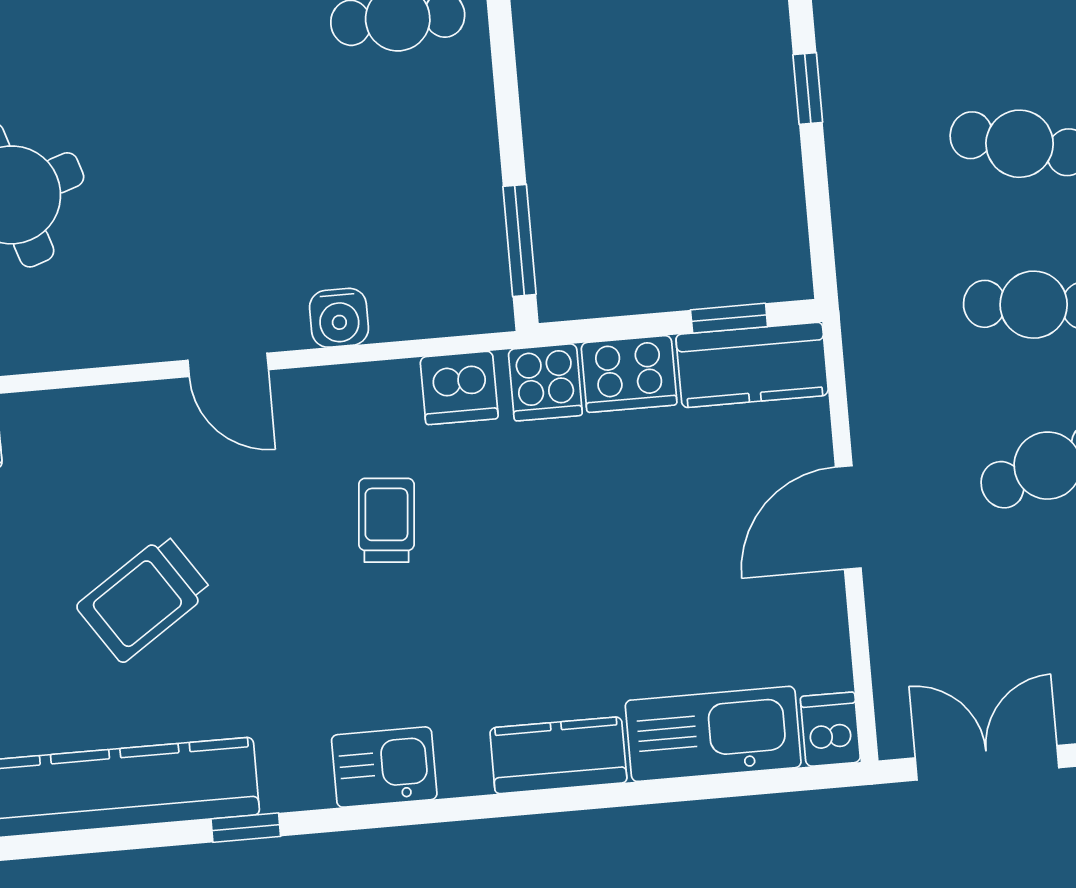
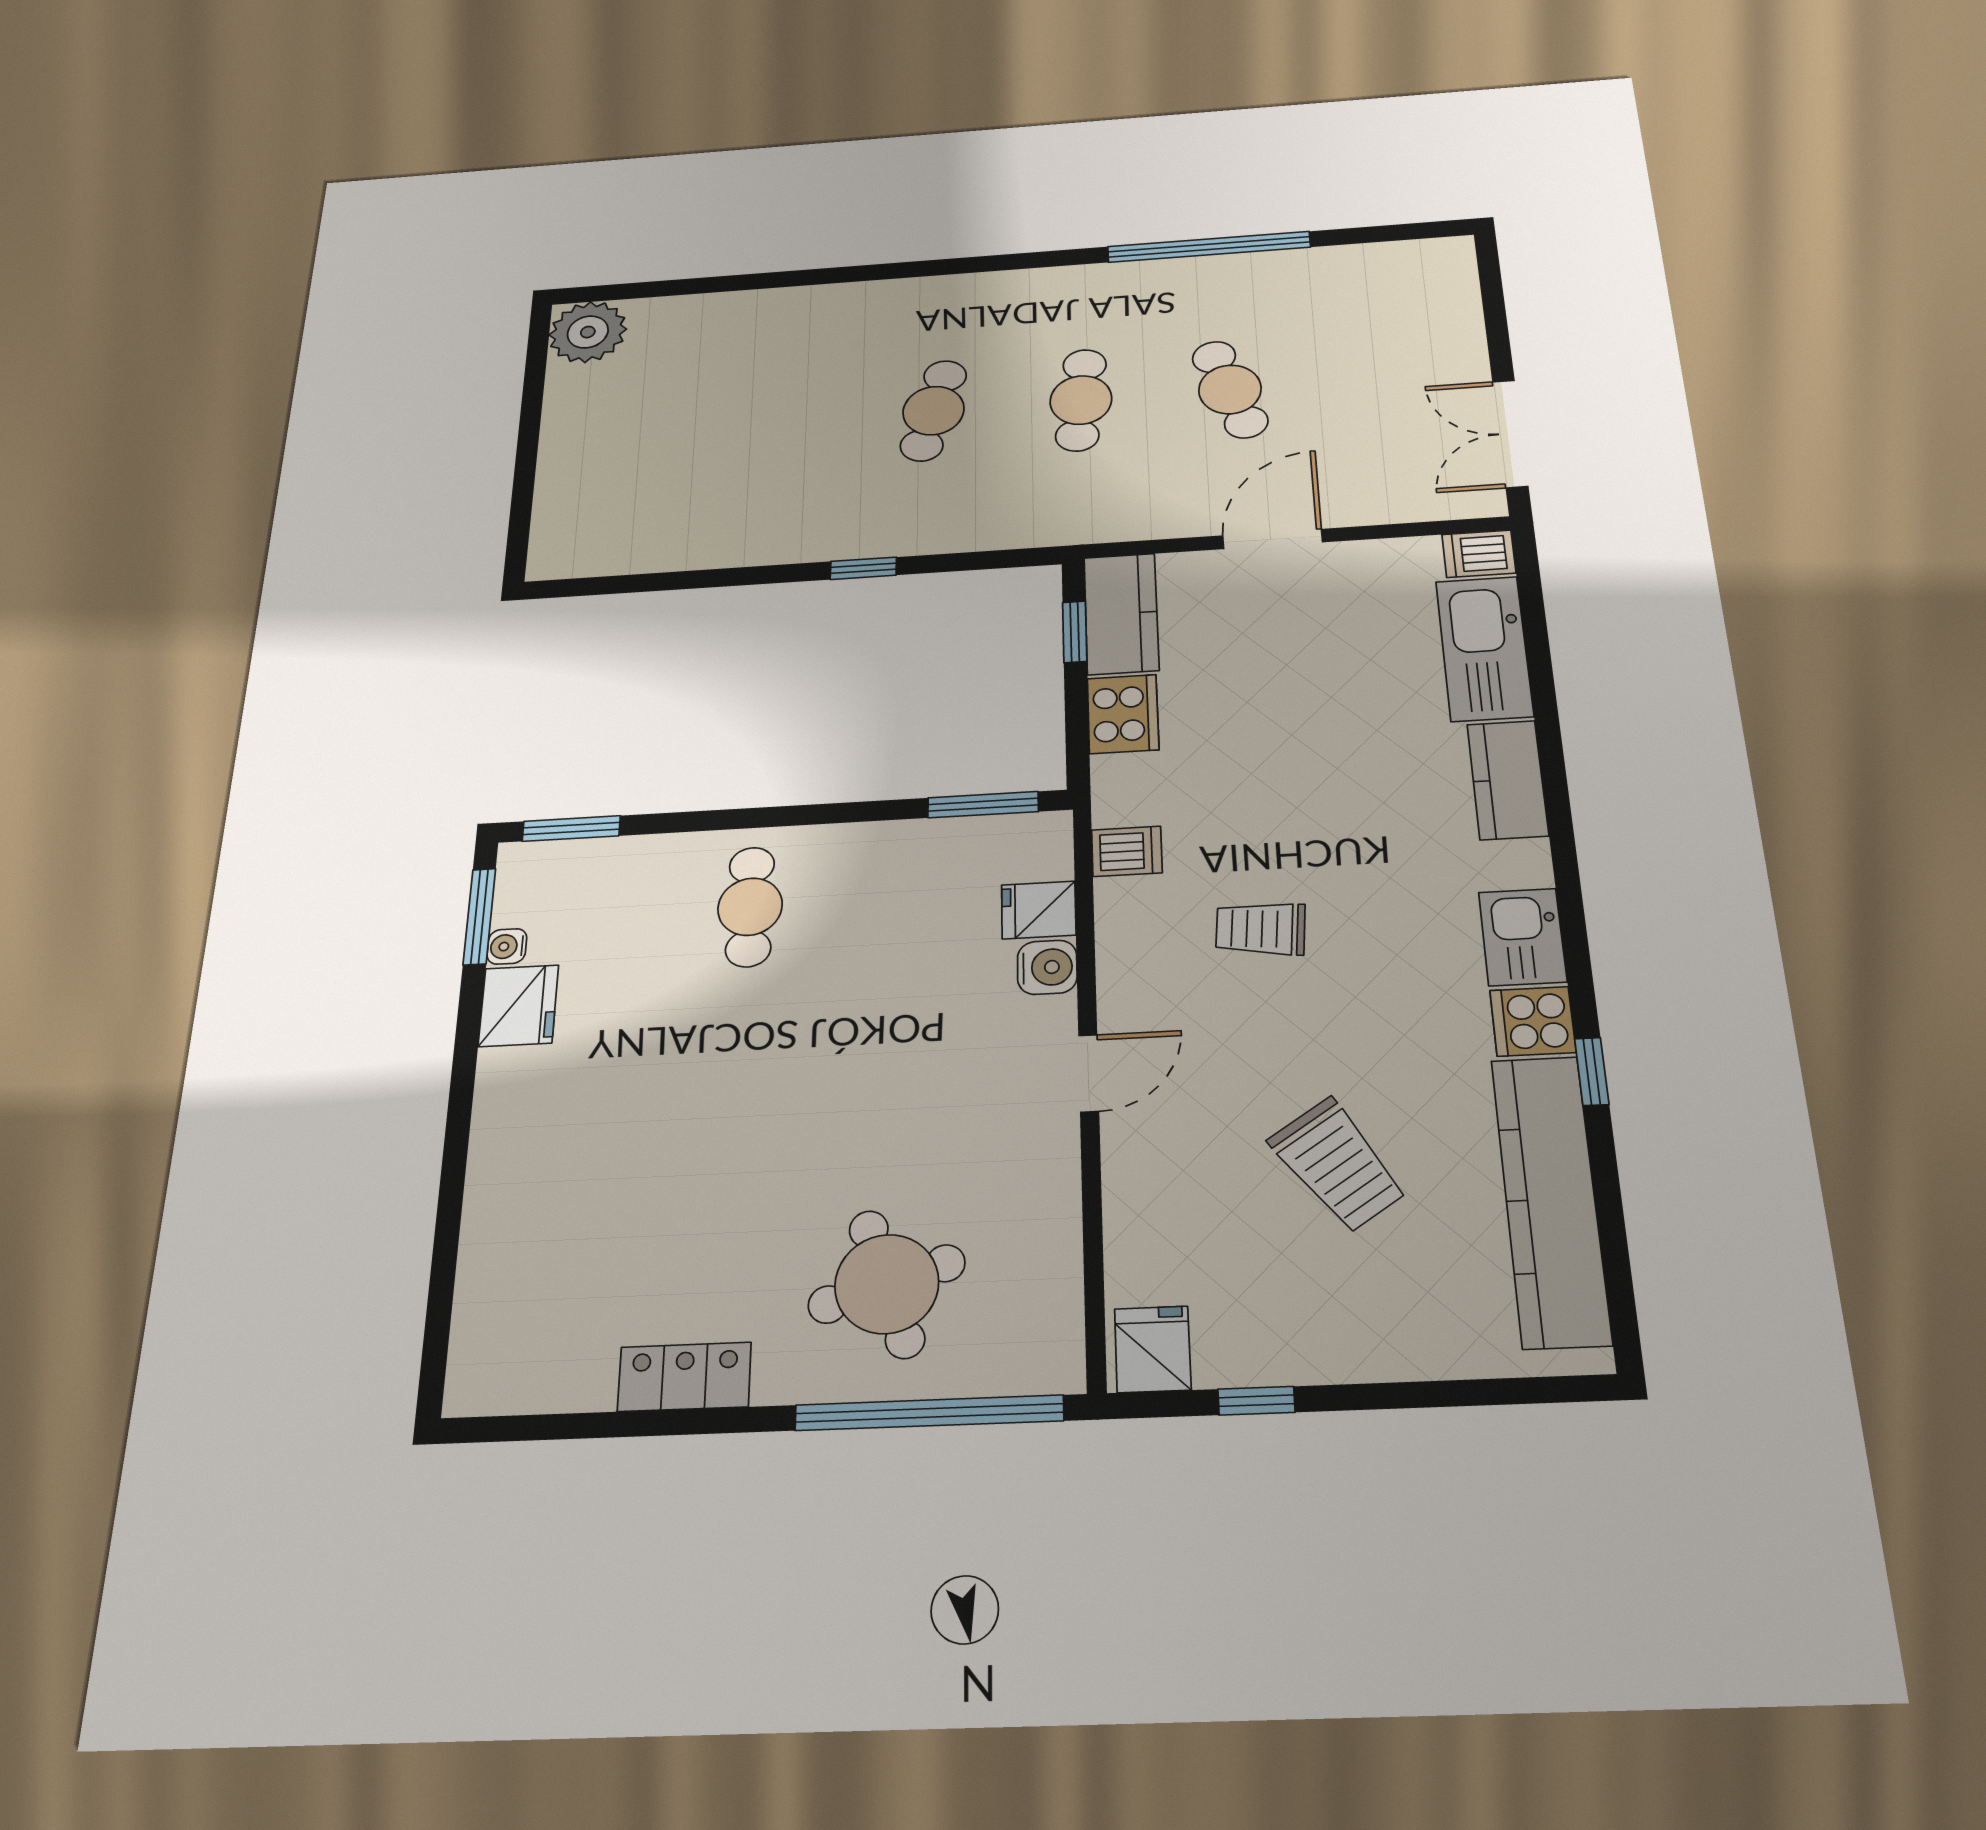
fridge: (401, 305) -> (1039, 910), added
cooker: (545, 382) -> (1533, 1021), moved, turned 180
dishwasher: (459, 388) -> (1127, 851), width x0.73
door: (848, 517) -> (1273, 539), swing flipped

